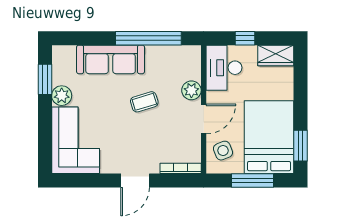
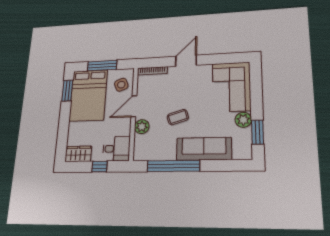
desk: (224, 68) -> (116, 149), width x0.73

